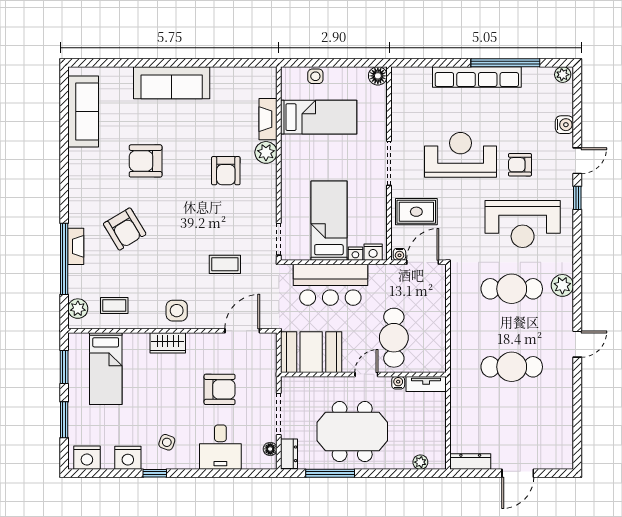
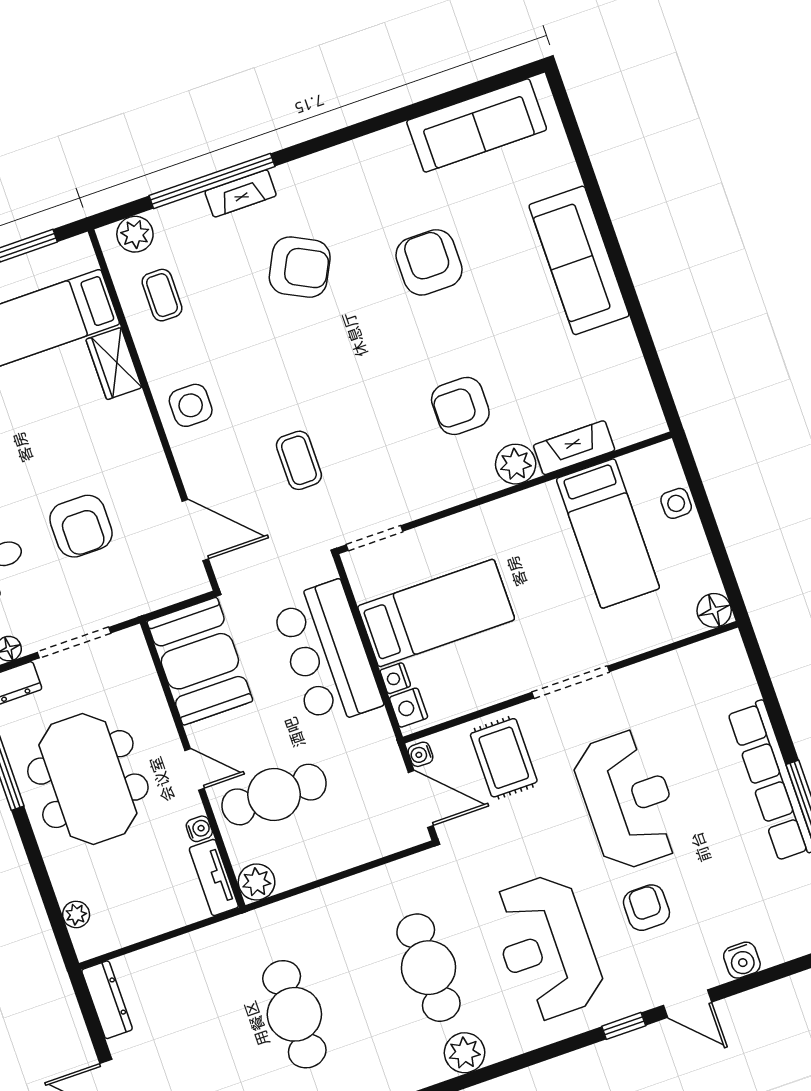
armchair: (125, 229) -> (300, 267), turned -122
wardrobe: (168, 343) -> (114, 363), moved
plant: (436, 363) -> (257, 882), added

